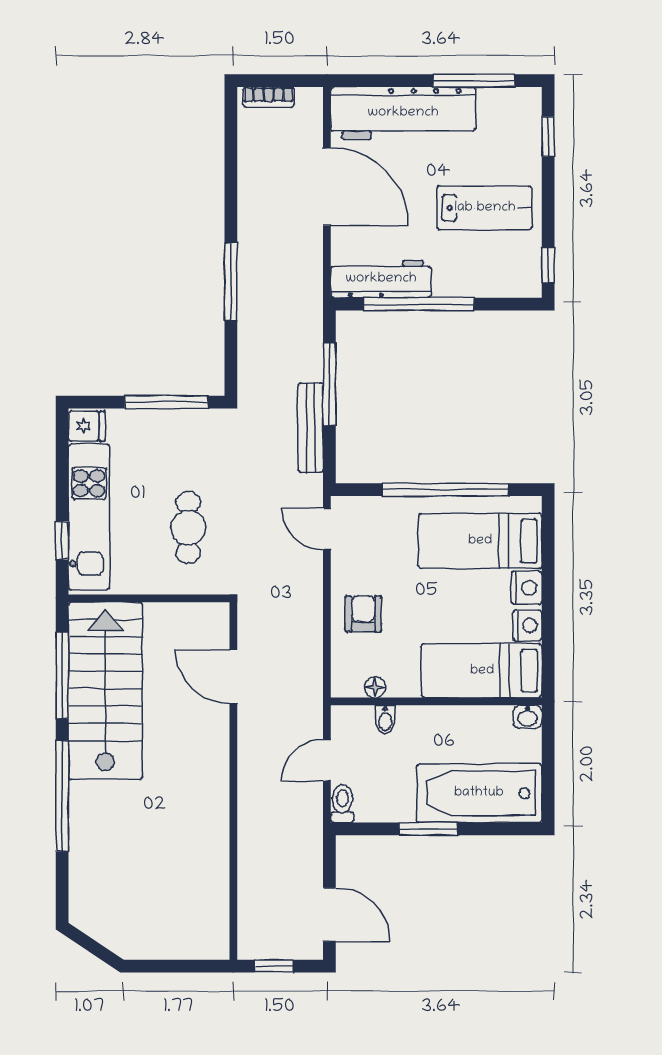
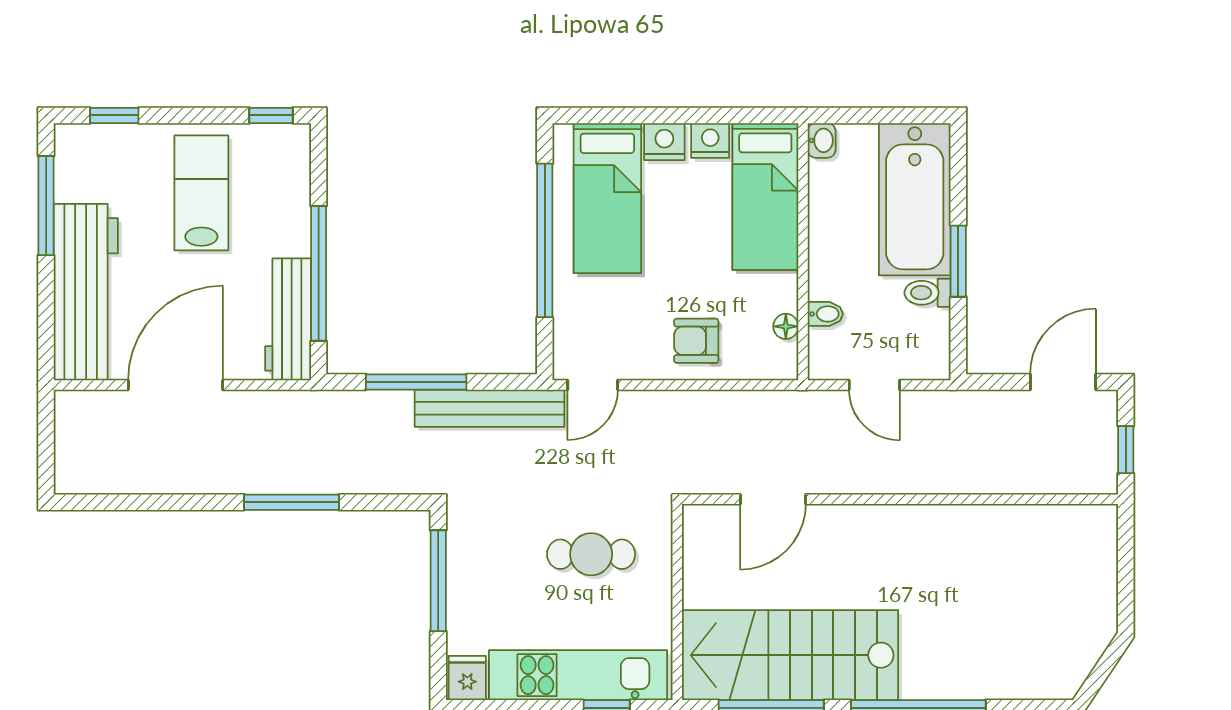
bookcase: (269, 97) -> (66, 456), removed
bench: (311, 428) -> (489, 408), width x1.37, depth x1.21
toilet: (342, 804) -> (928, 293), moved

